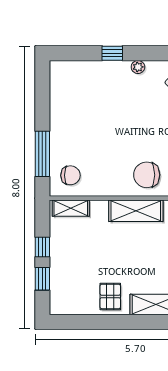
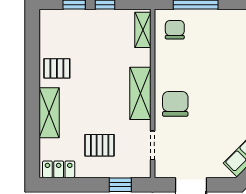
chair: (70, 175) -> (175, 30), turned 180

